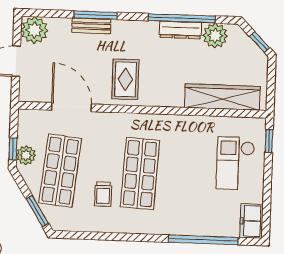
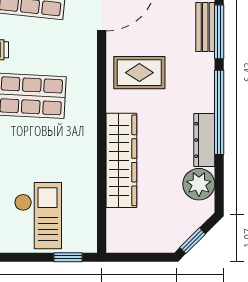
window: (182, 18) -> (219, 112), moved
wardrobe: (222, 97) -> (121, 160), moved
checkout: (235, 163) -> (38, 216), turned 90

